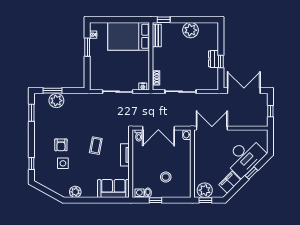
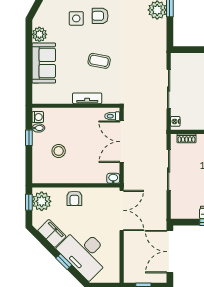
double door: (244, 91) -> (170, 252), swing flipped
armchair: (202, 165) -> (74, 198), added
sofa: (113, 189) -> (44, 63), moved

